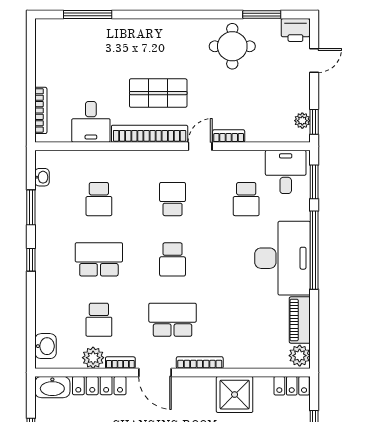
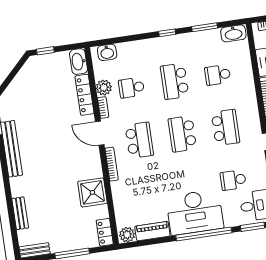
washbasin: (42, 177) -> (233, 33), width x1.91, depth x1.45
school desk: (173, 199) -> (225, 127), width x1.85
school desk: (99, 259) -> (175, 81), turned 180
school desk: (173, 259) -> (182, 134), width x1.85
door: (155, 372) -> (100, 133), hinge flipped

